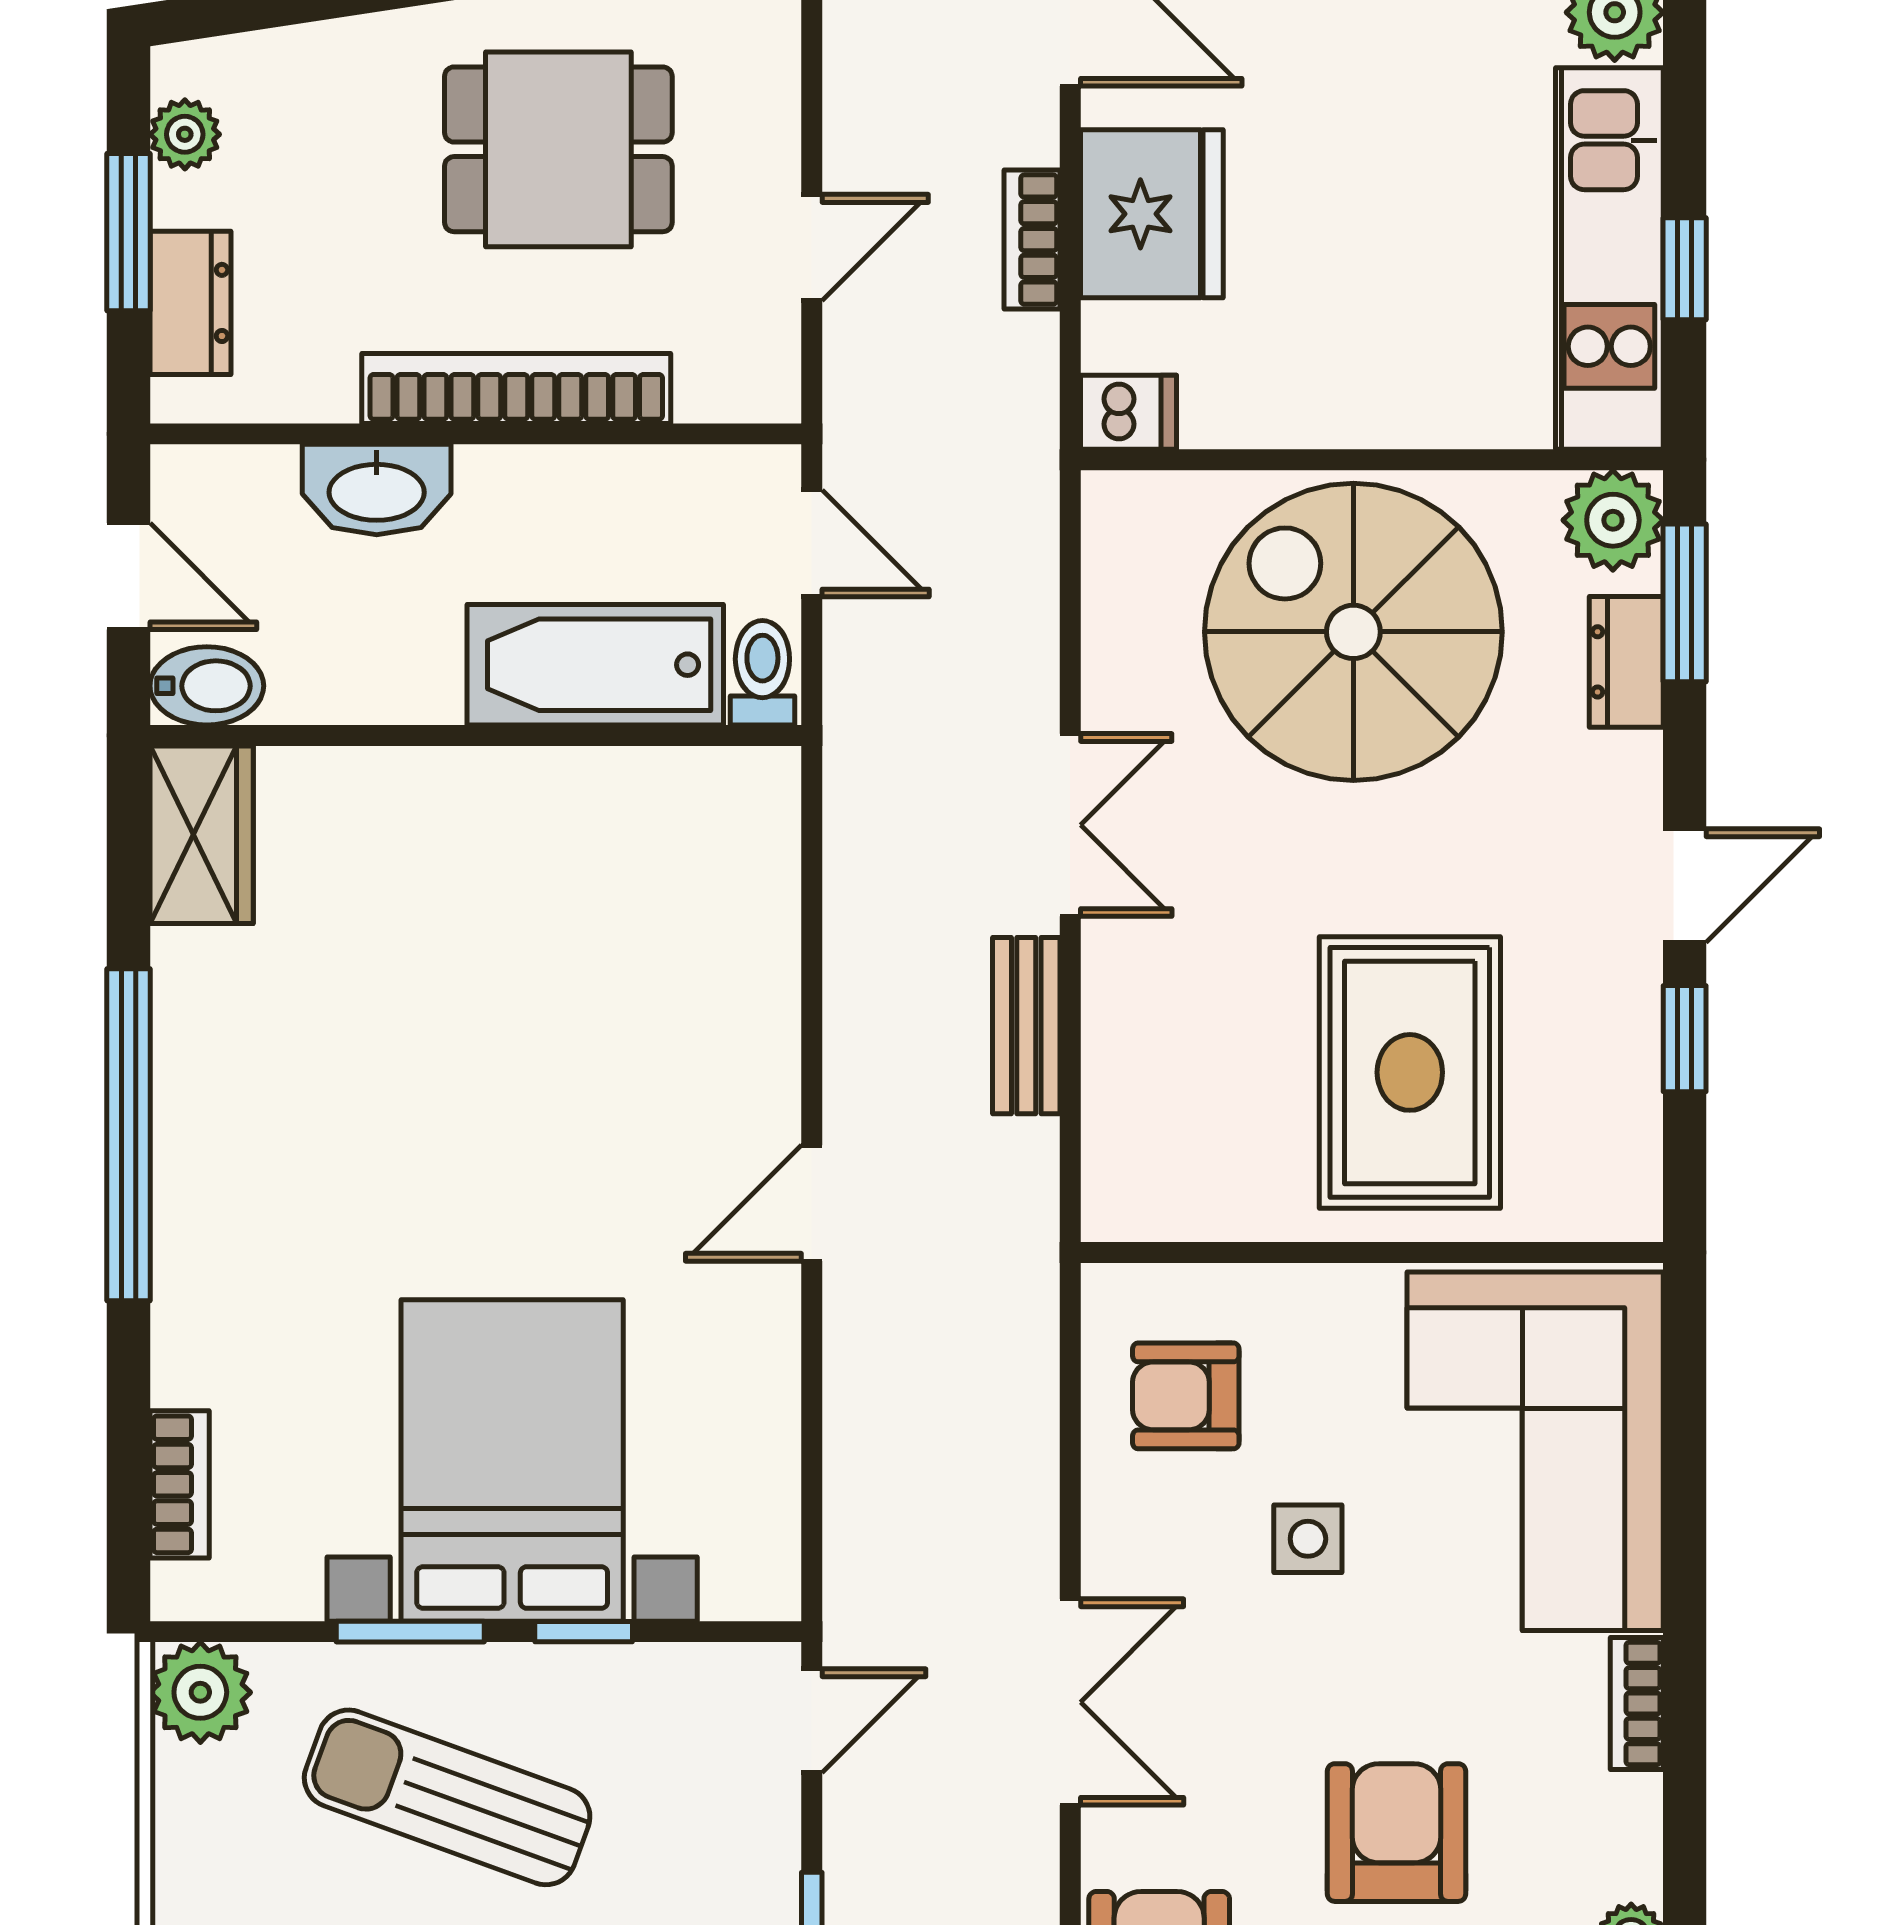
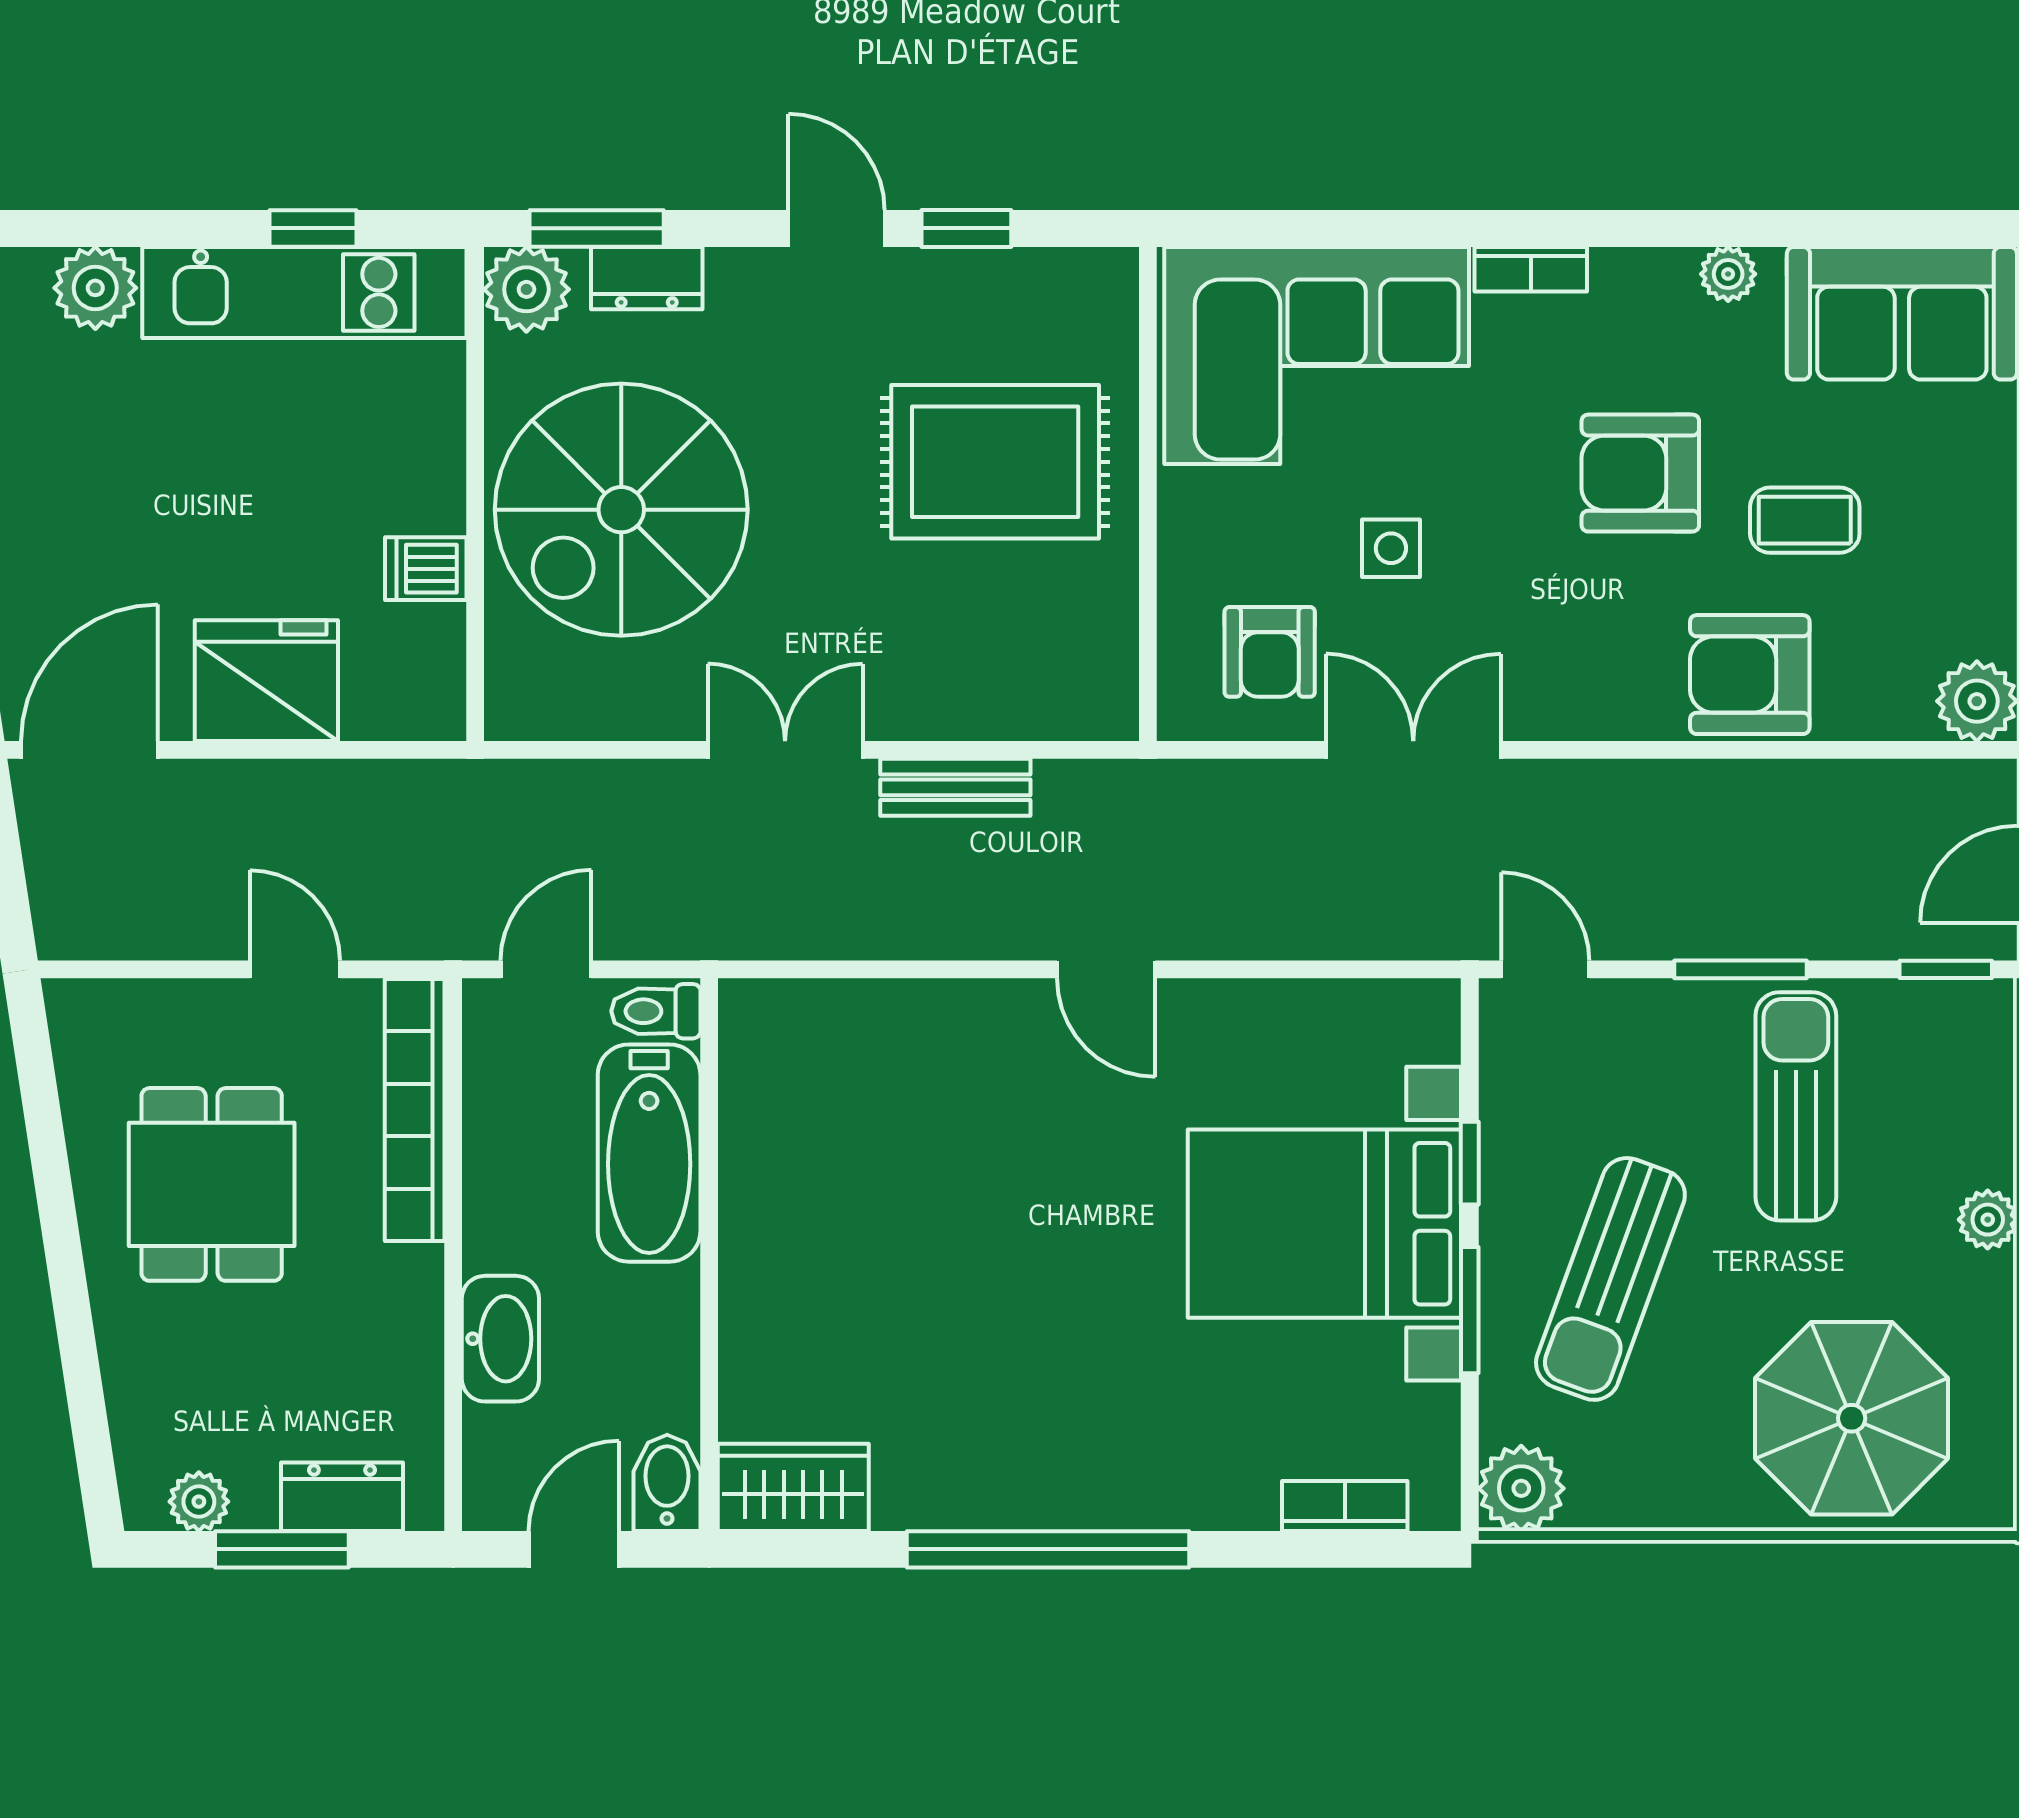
bookcase: (1032, 240) -> (288, 782), removed
bookcase: (516, 388) -> (415, 1110), moved
dishwasher: (1129, 412) -> (426, 569), moved, turned -90
double door: (1070, 1702) -> (1413, 750), moved

